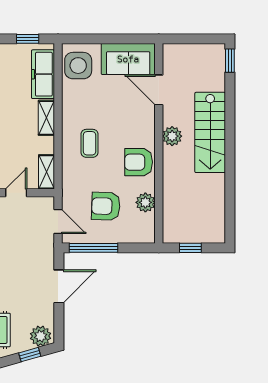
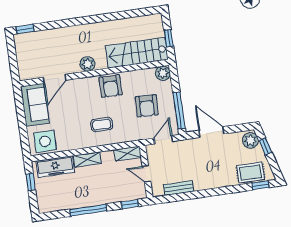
stairs: (210, 132) -> (137, 53), moved, turned 180
plant: (145, 202) -> (163, 73), moved

